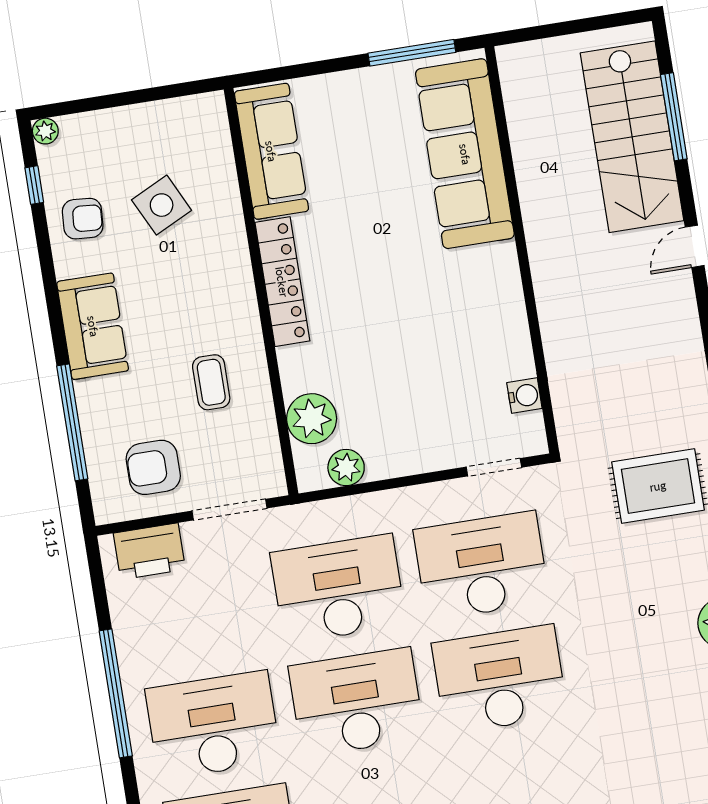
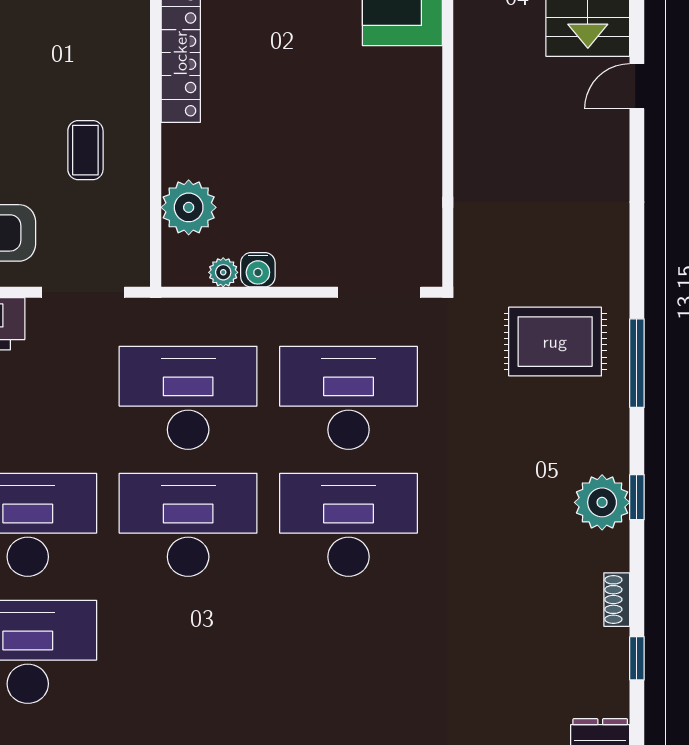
water cooler: (524, 396) -> (258, 270), moved, turned 90
doorway: (494, 467) -> (379, 292), width x1.38
plant: (346, 468) -> (223, 272), width x0.73, depth x0.73

